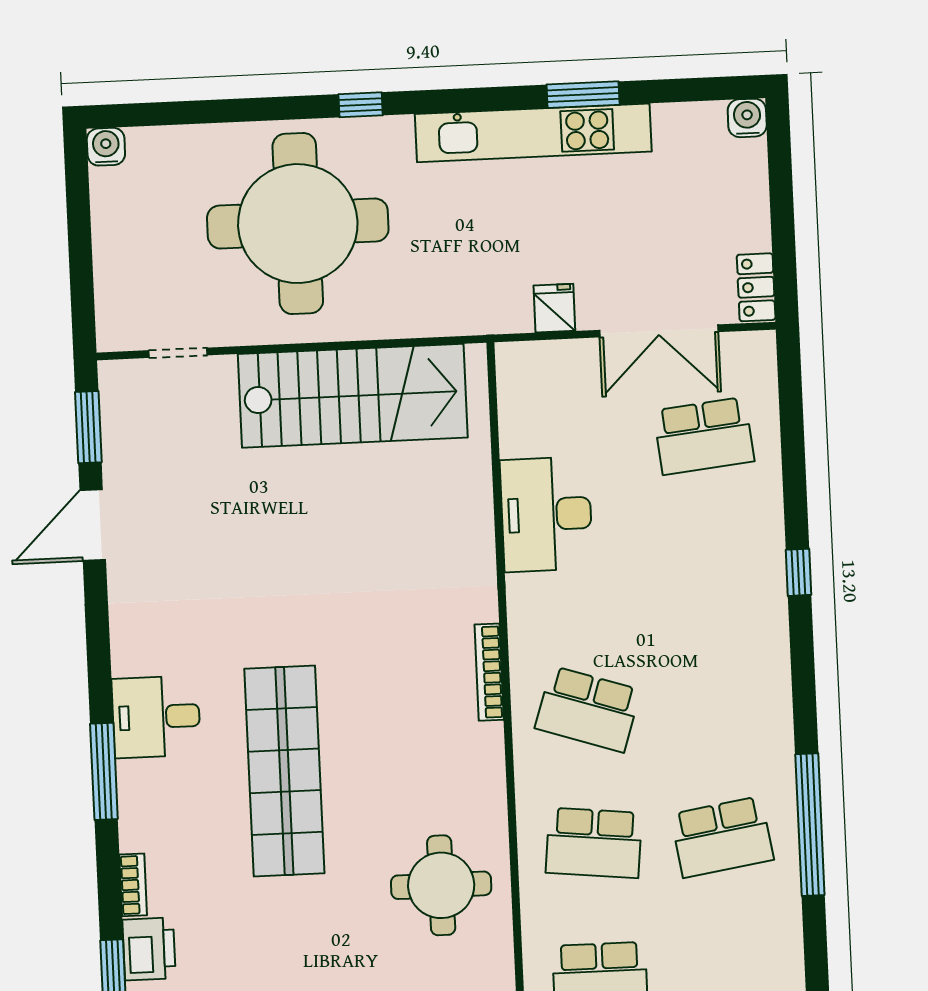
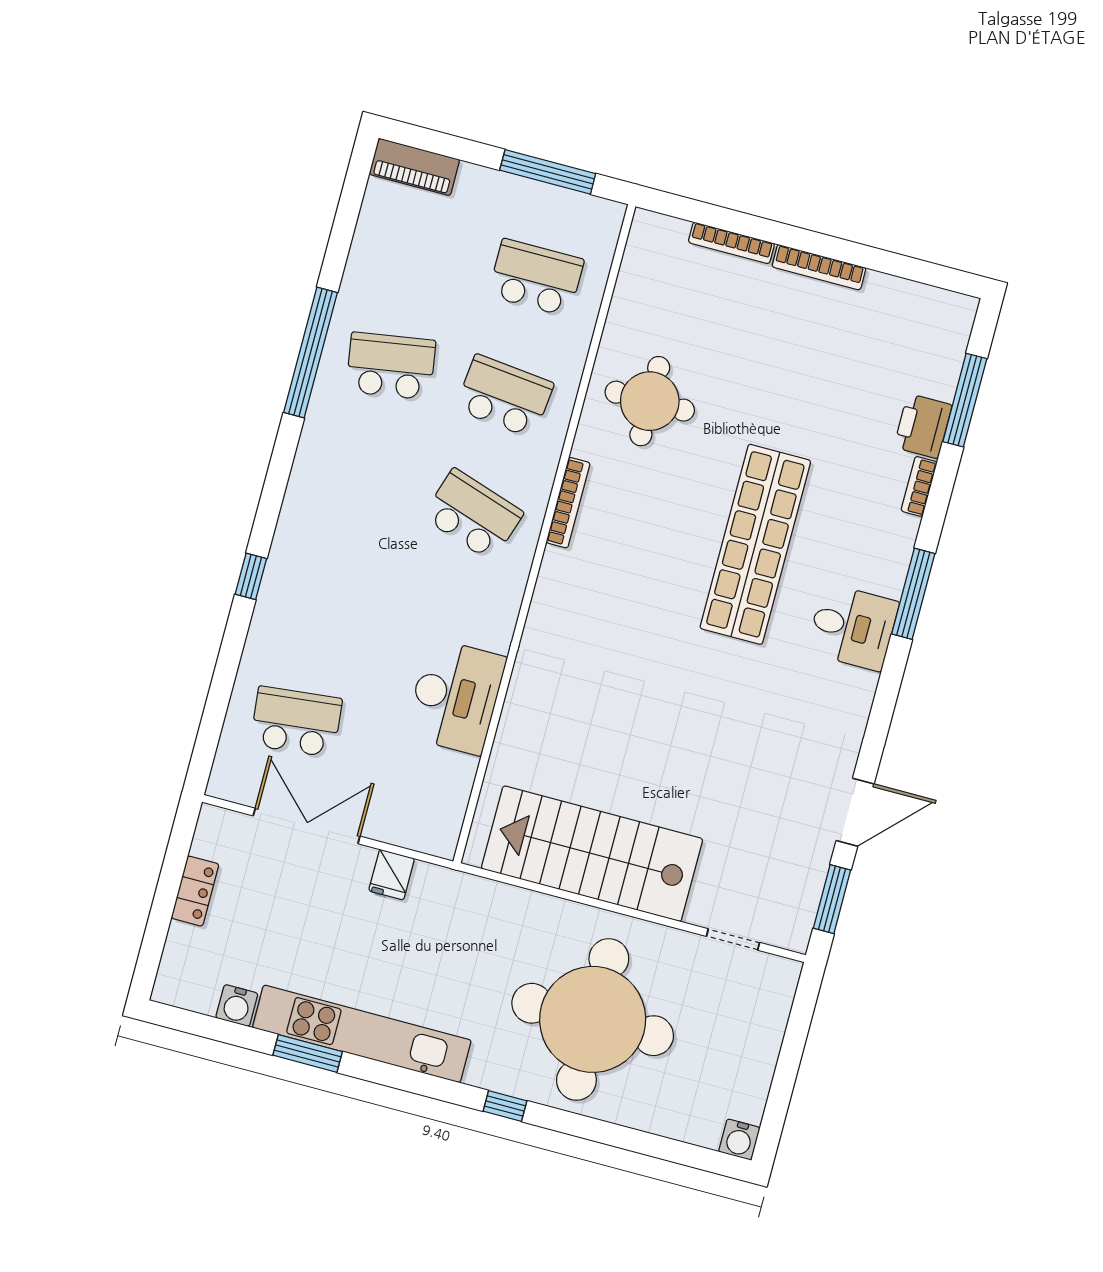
water cooler: (747, 118) -> (237, 1006), moved
locker: (756, 287) -> (195, 891), moved
bookcase: (489, 672) -> (568, 503), moved

